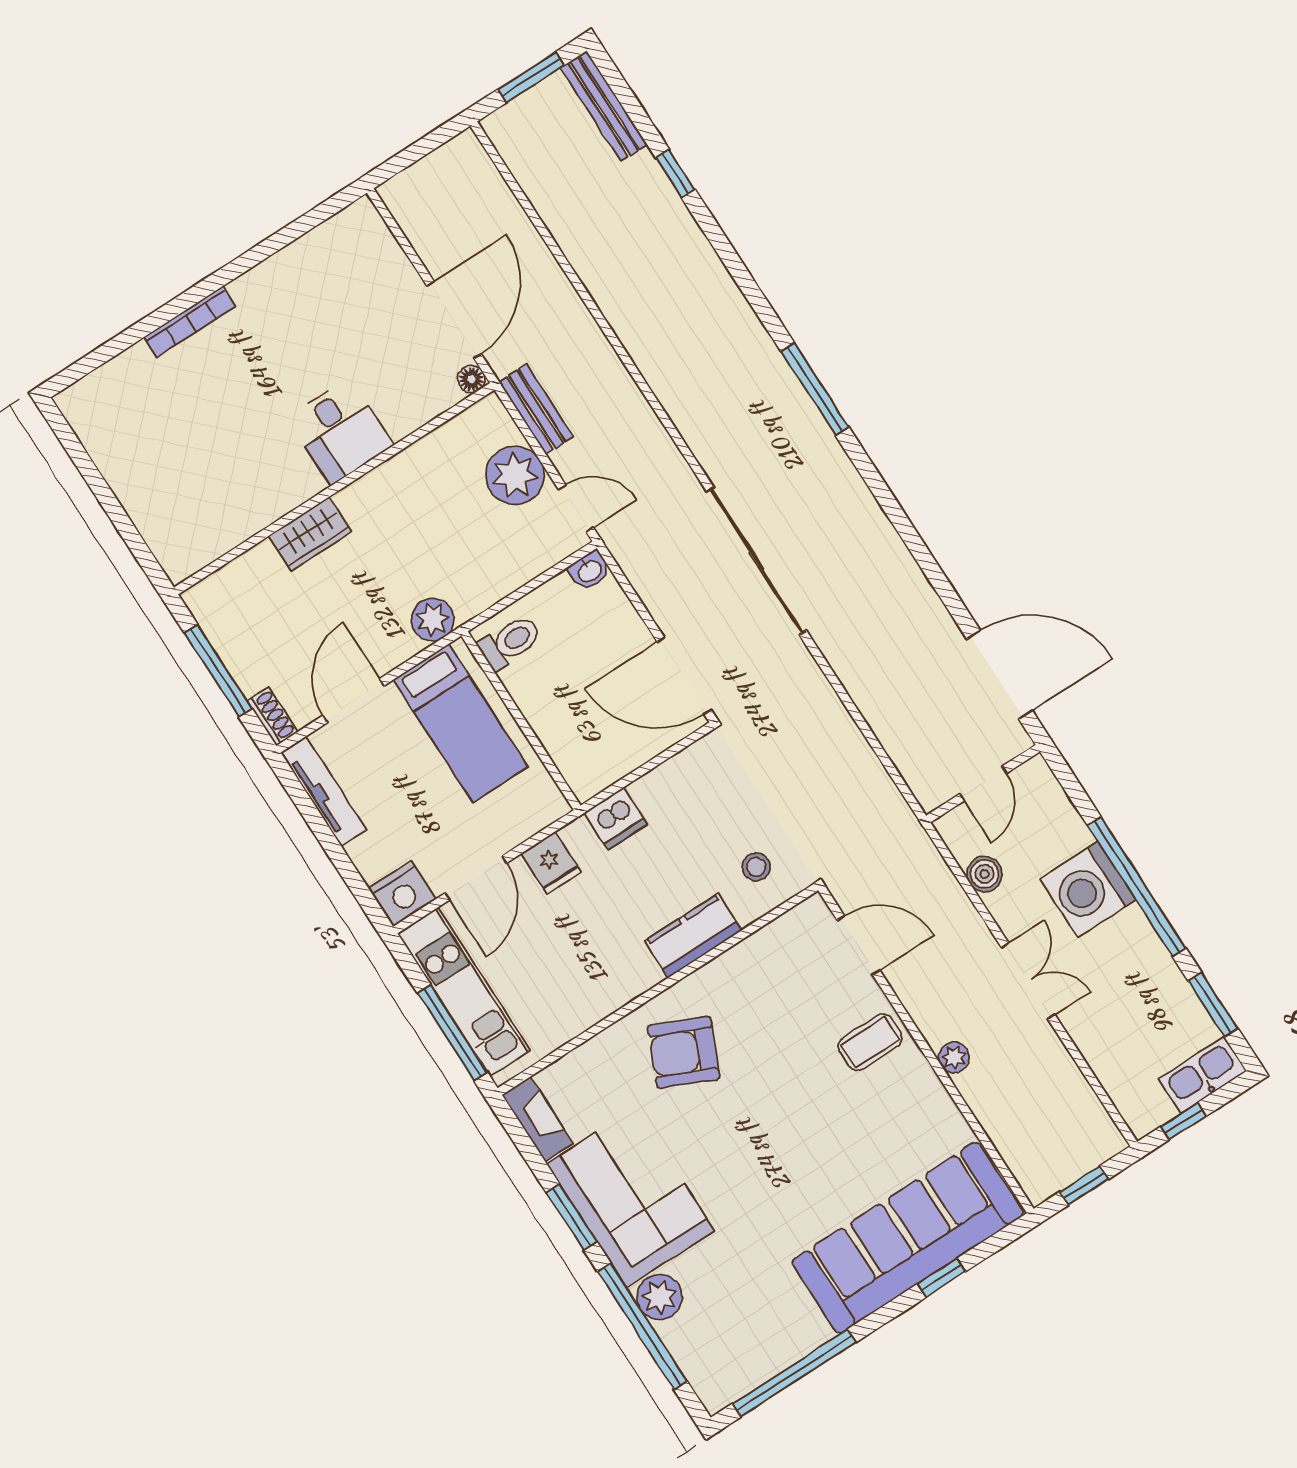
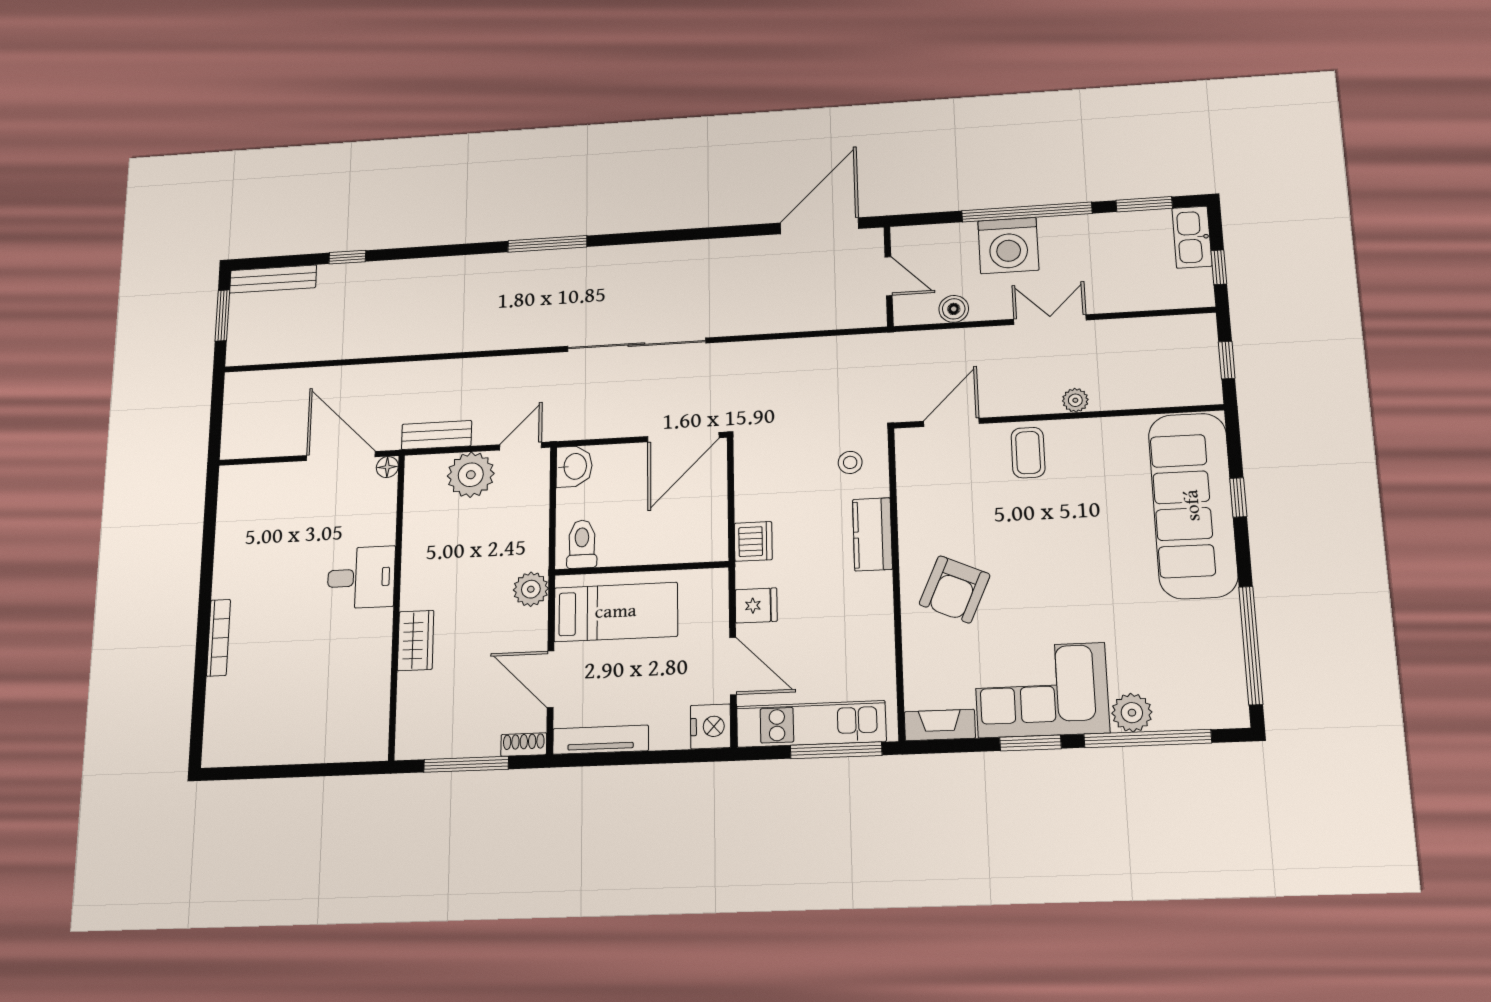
washbasin: (589, 571) -> (574, 466), width x1.38, depth x1.45

